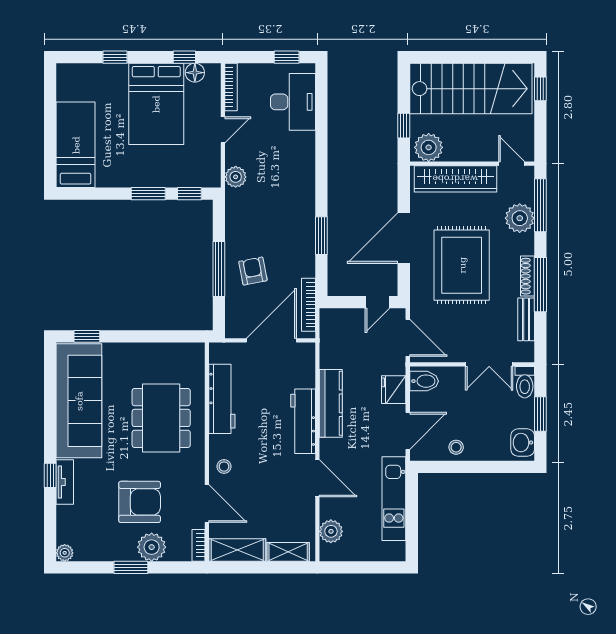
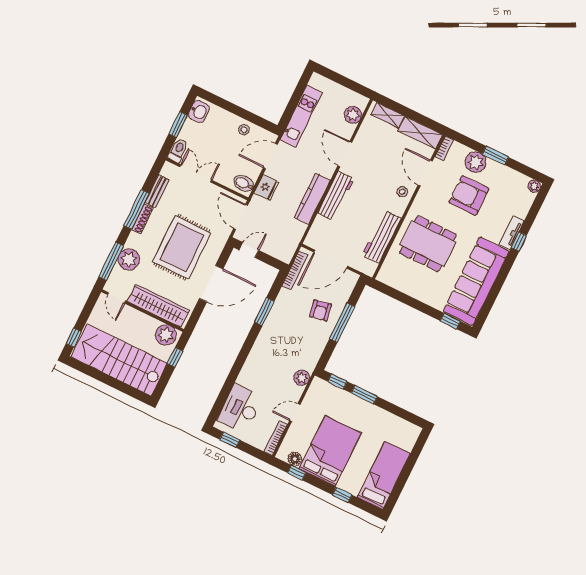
bed: (76, 145) -> (384, 476), moved, turned 180
dining table: (161, 418) -> (428, 244), turned 90

